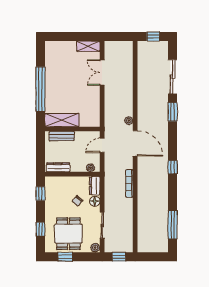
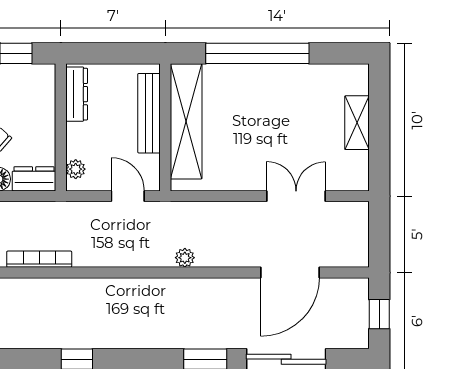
shelving: (88, 46) -> (357, 123), moved
shelving: (62, 120) -> (186, 121), width x1.47
bench: (62, 136) -> (149, 113), width x1.36
door: (135, 143) -> (290, 273), moved

